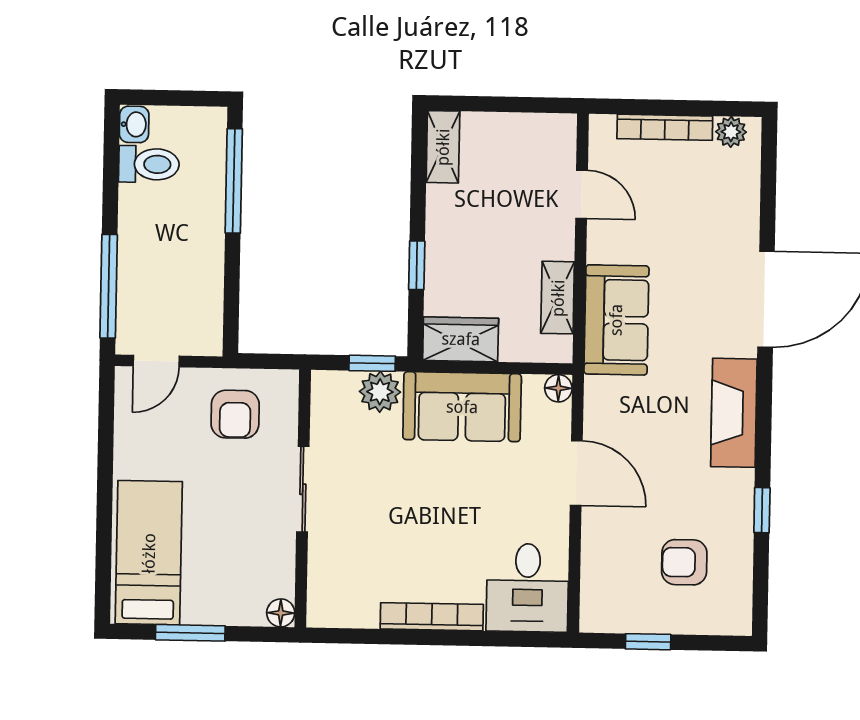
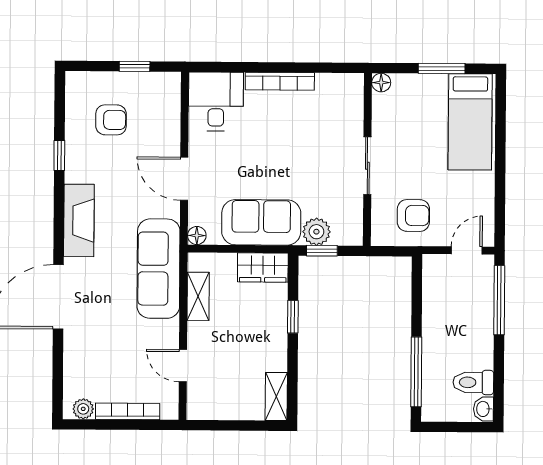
sofa: (616, 320) -> (159, 269), width x1.36
armchair: (235, 414) -> (413, 215), turned 90

